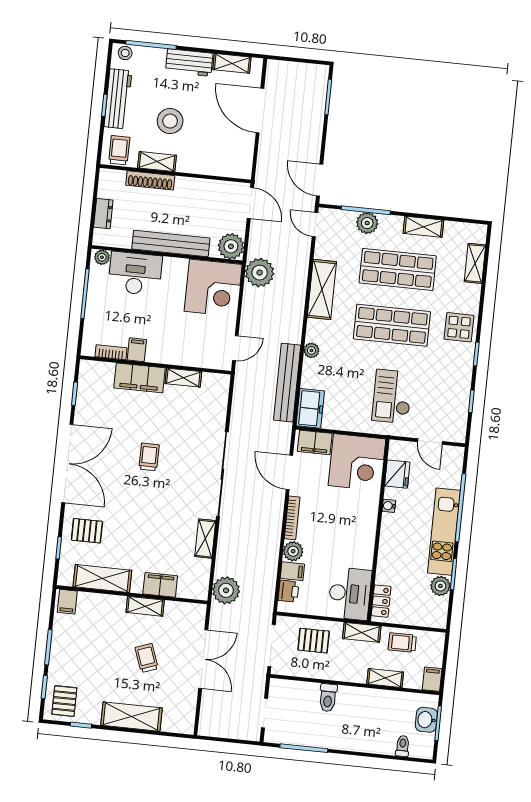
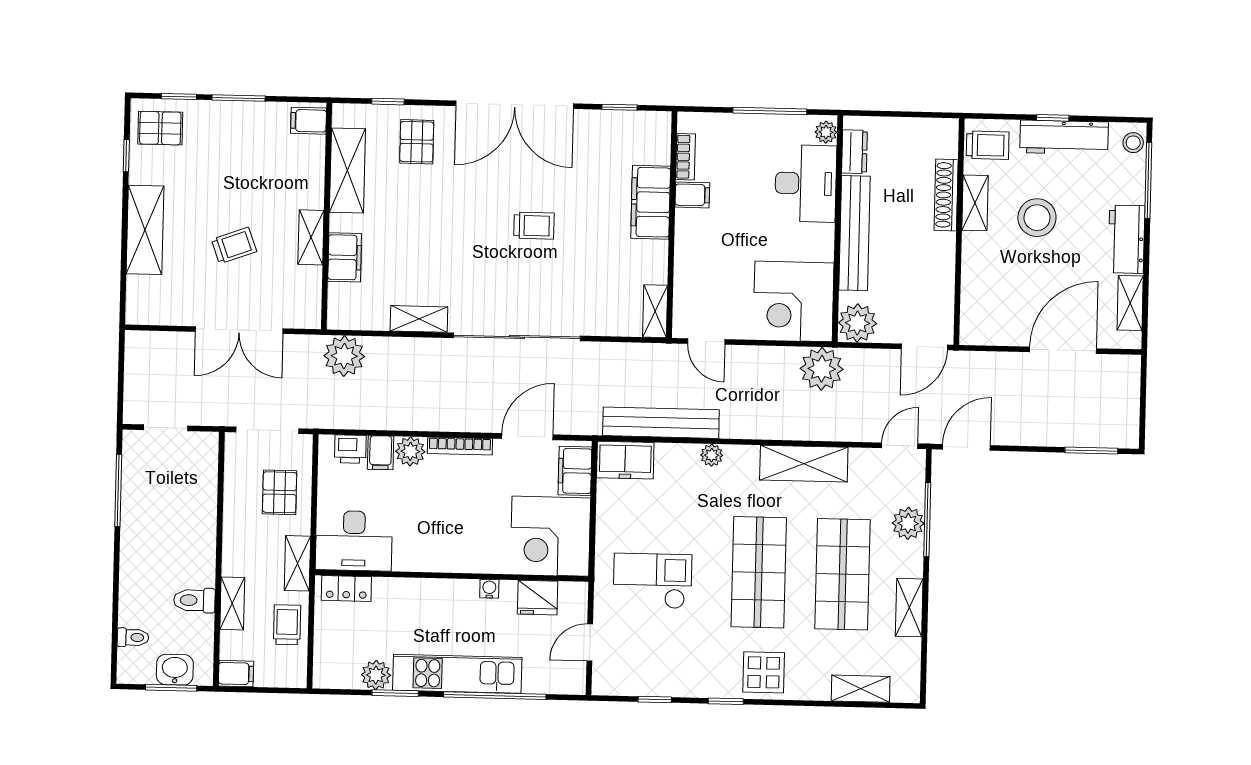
dresser: (103, 214) -> (854, 152), moved, turned -90
shelving: (183, 378) -> (655, 311), moved
toilet: (328, 698) -> (194, 600), moved

